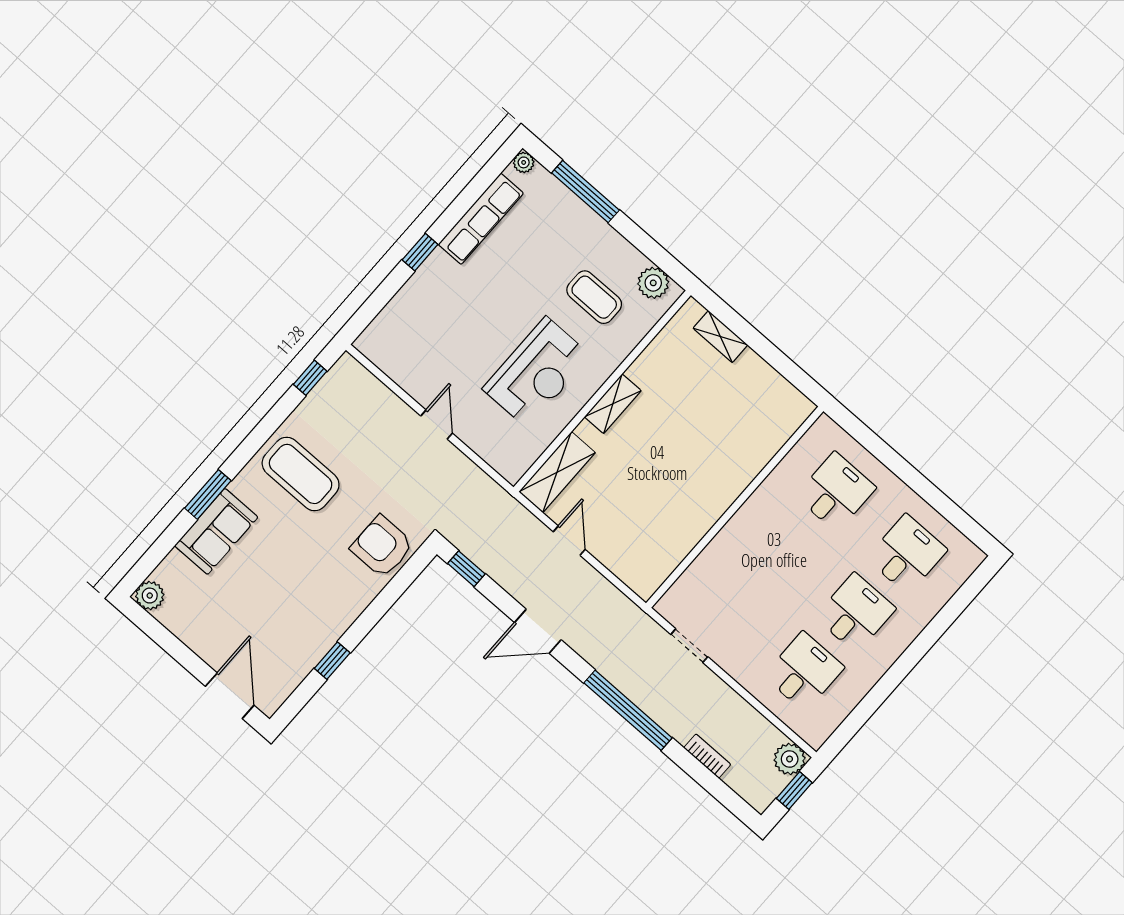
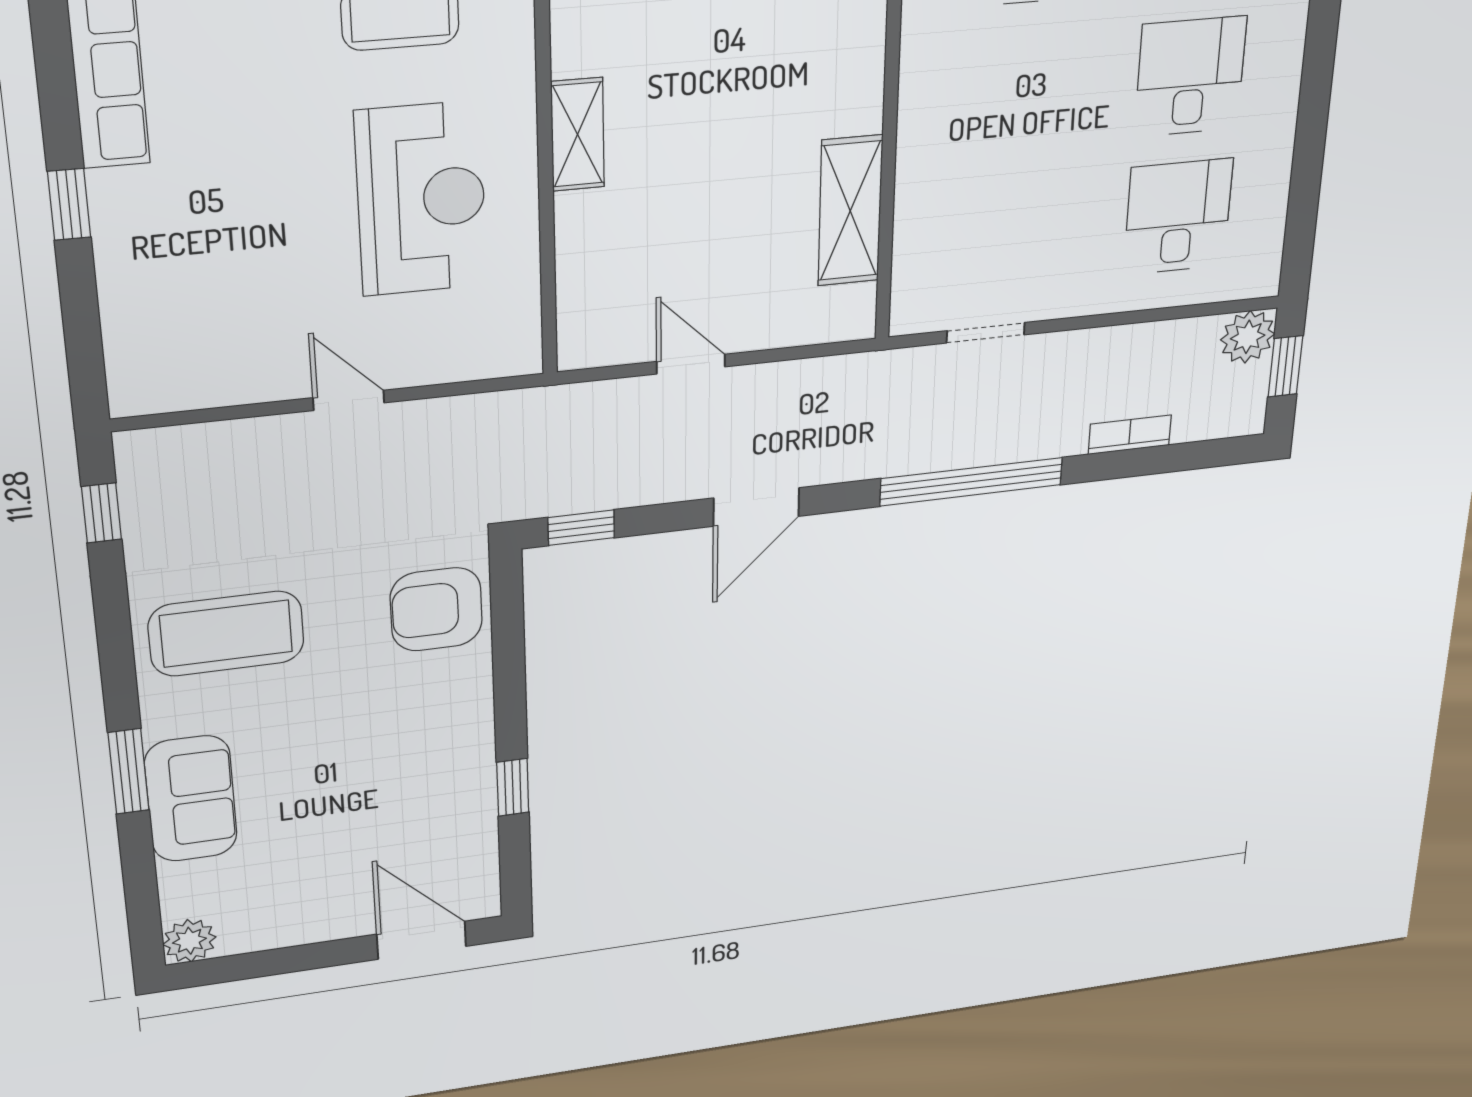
shelving: (557, 472) -> (850, 211), moved

